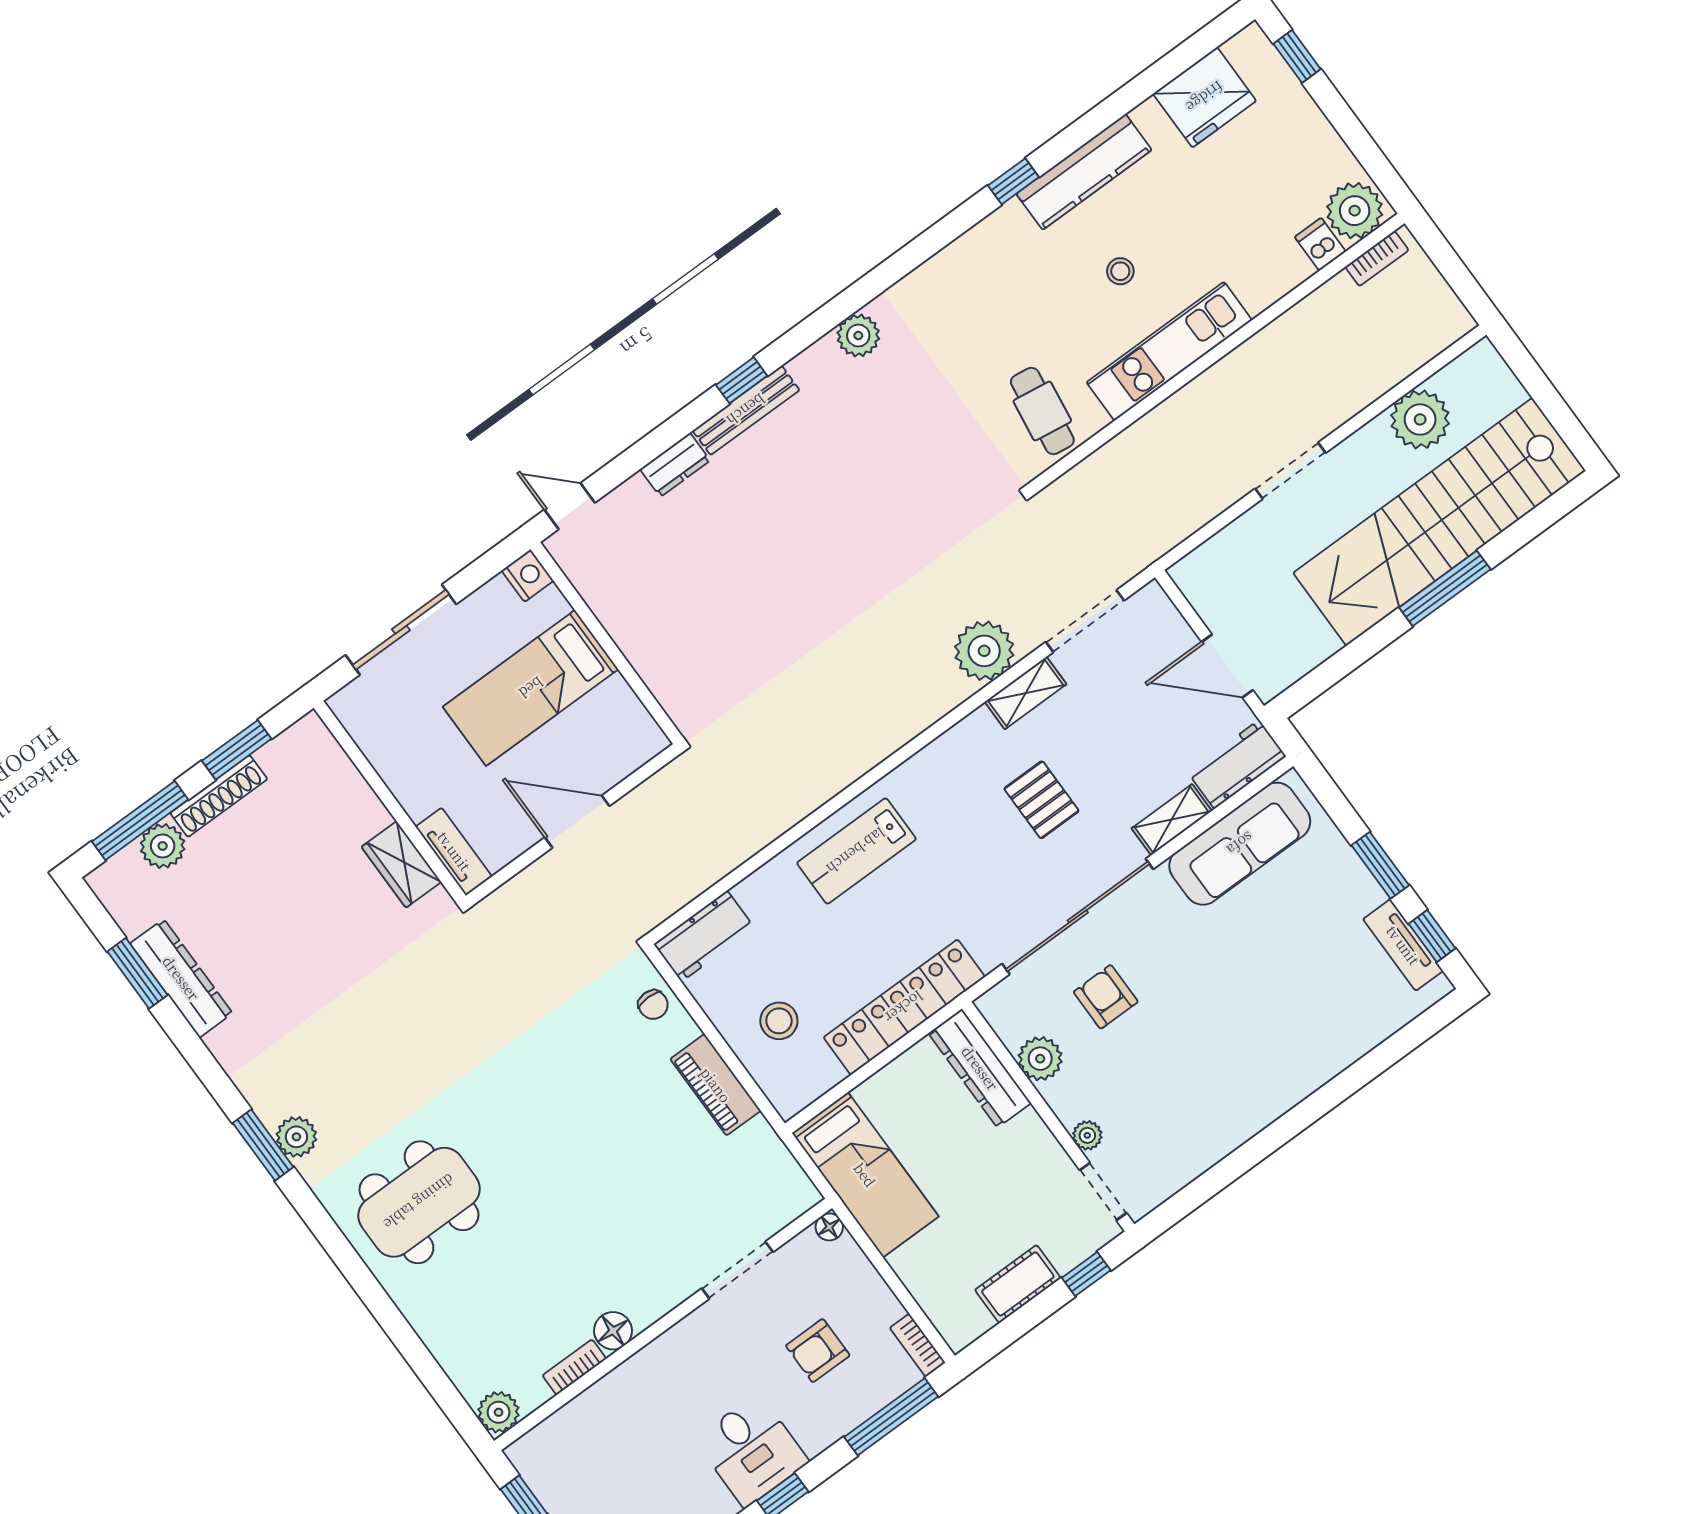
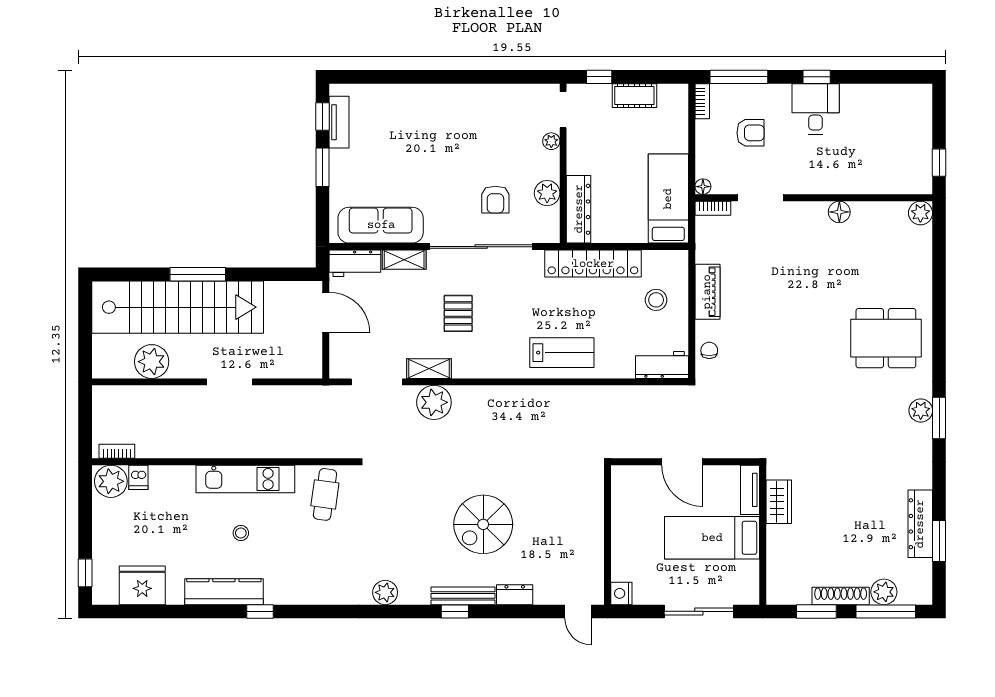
spiral stairs: (791, 531) -> (483, 524), added
bed: (531, 688) -> (712, 538), moved, turned 180
bookcase: (574, 1367) -> (713, 208), moved

